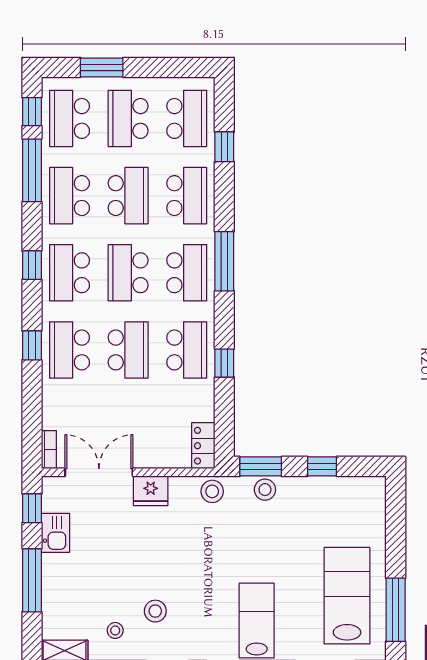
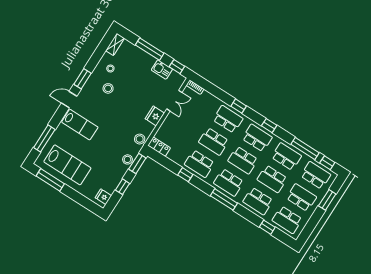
school desk: (128, 273) -> (243, 160), turned 180
double door: (99, 472) -> (174, 101), width x0.73
fridge: (364, 490) -> (103, 197), added

